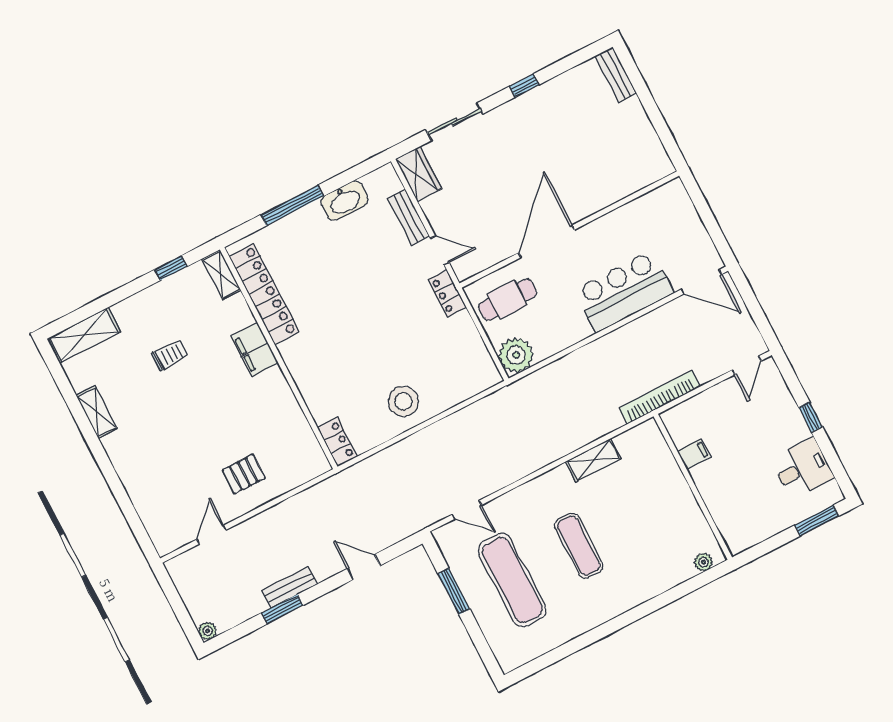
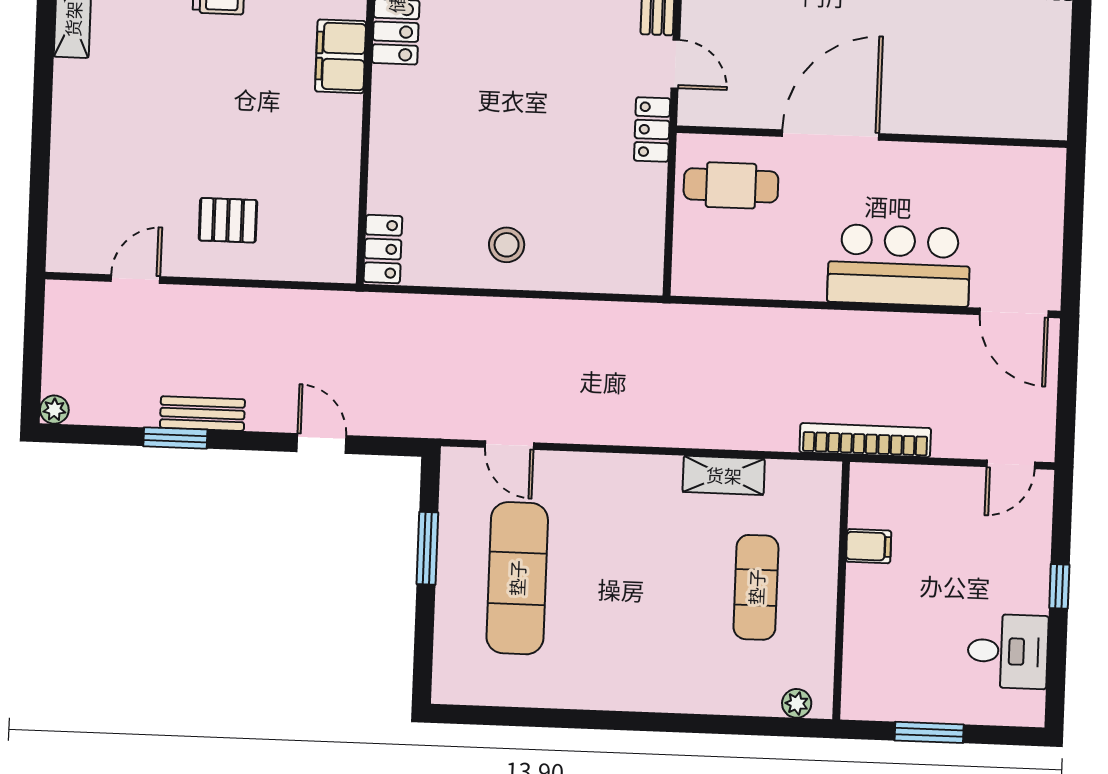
plant: (516, 355) -> (699, 269), removed
stool: (403, 401) -> (507, 245), width x0.73, depth x0.73
window: (817, 520) -> (929, 732), moved
exercise mat: (579, 546) -> (756, 587), moved

